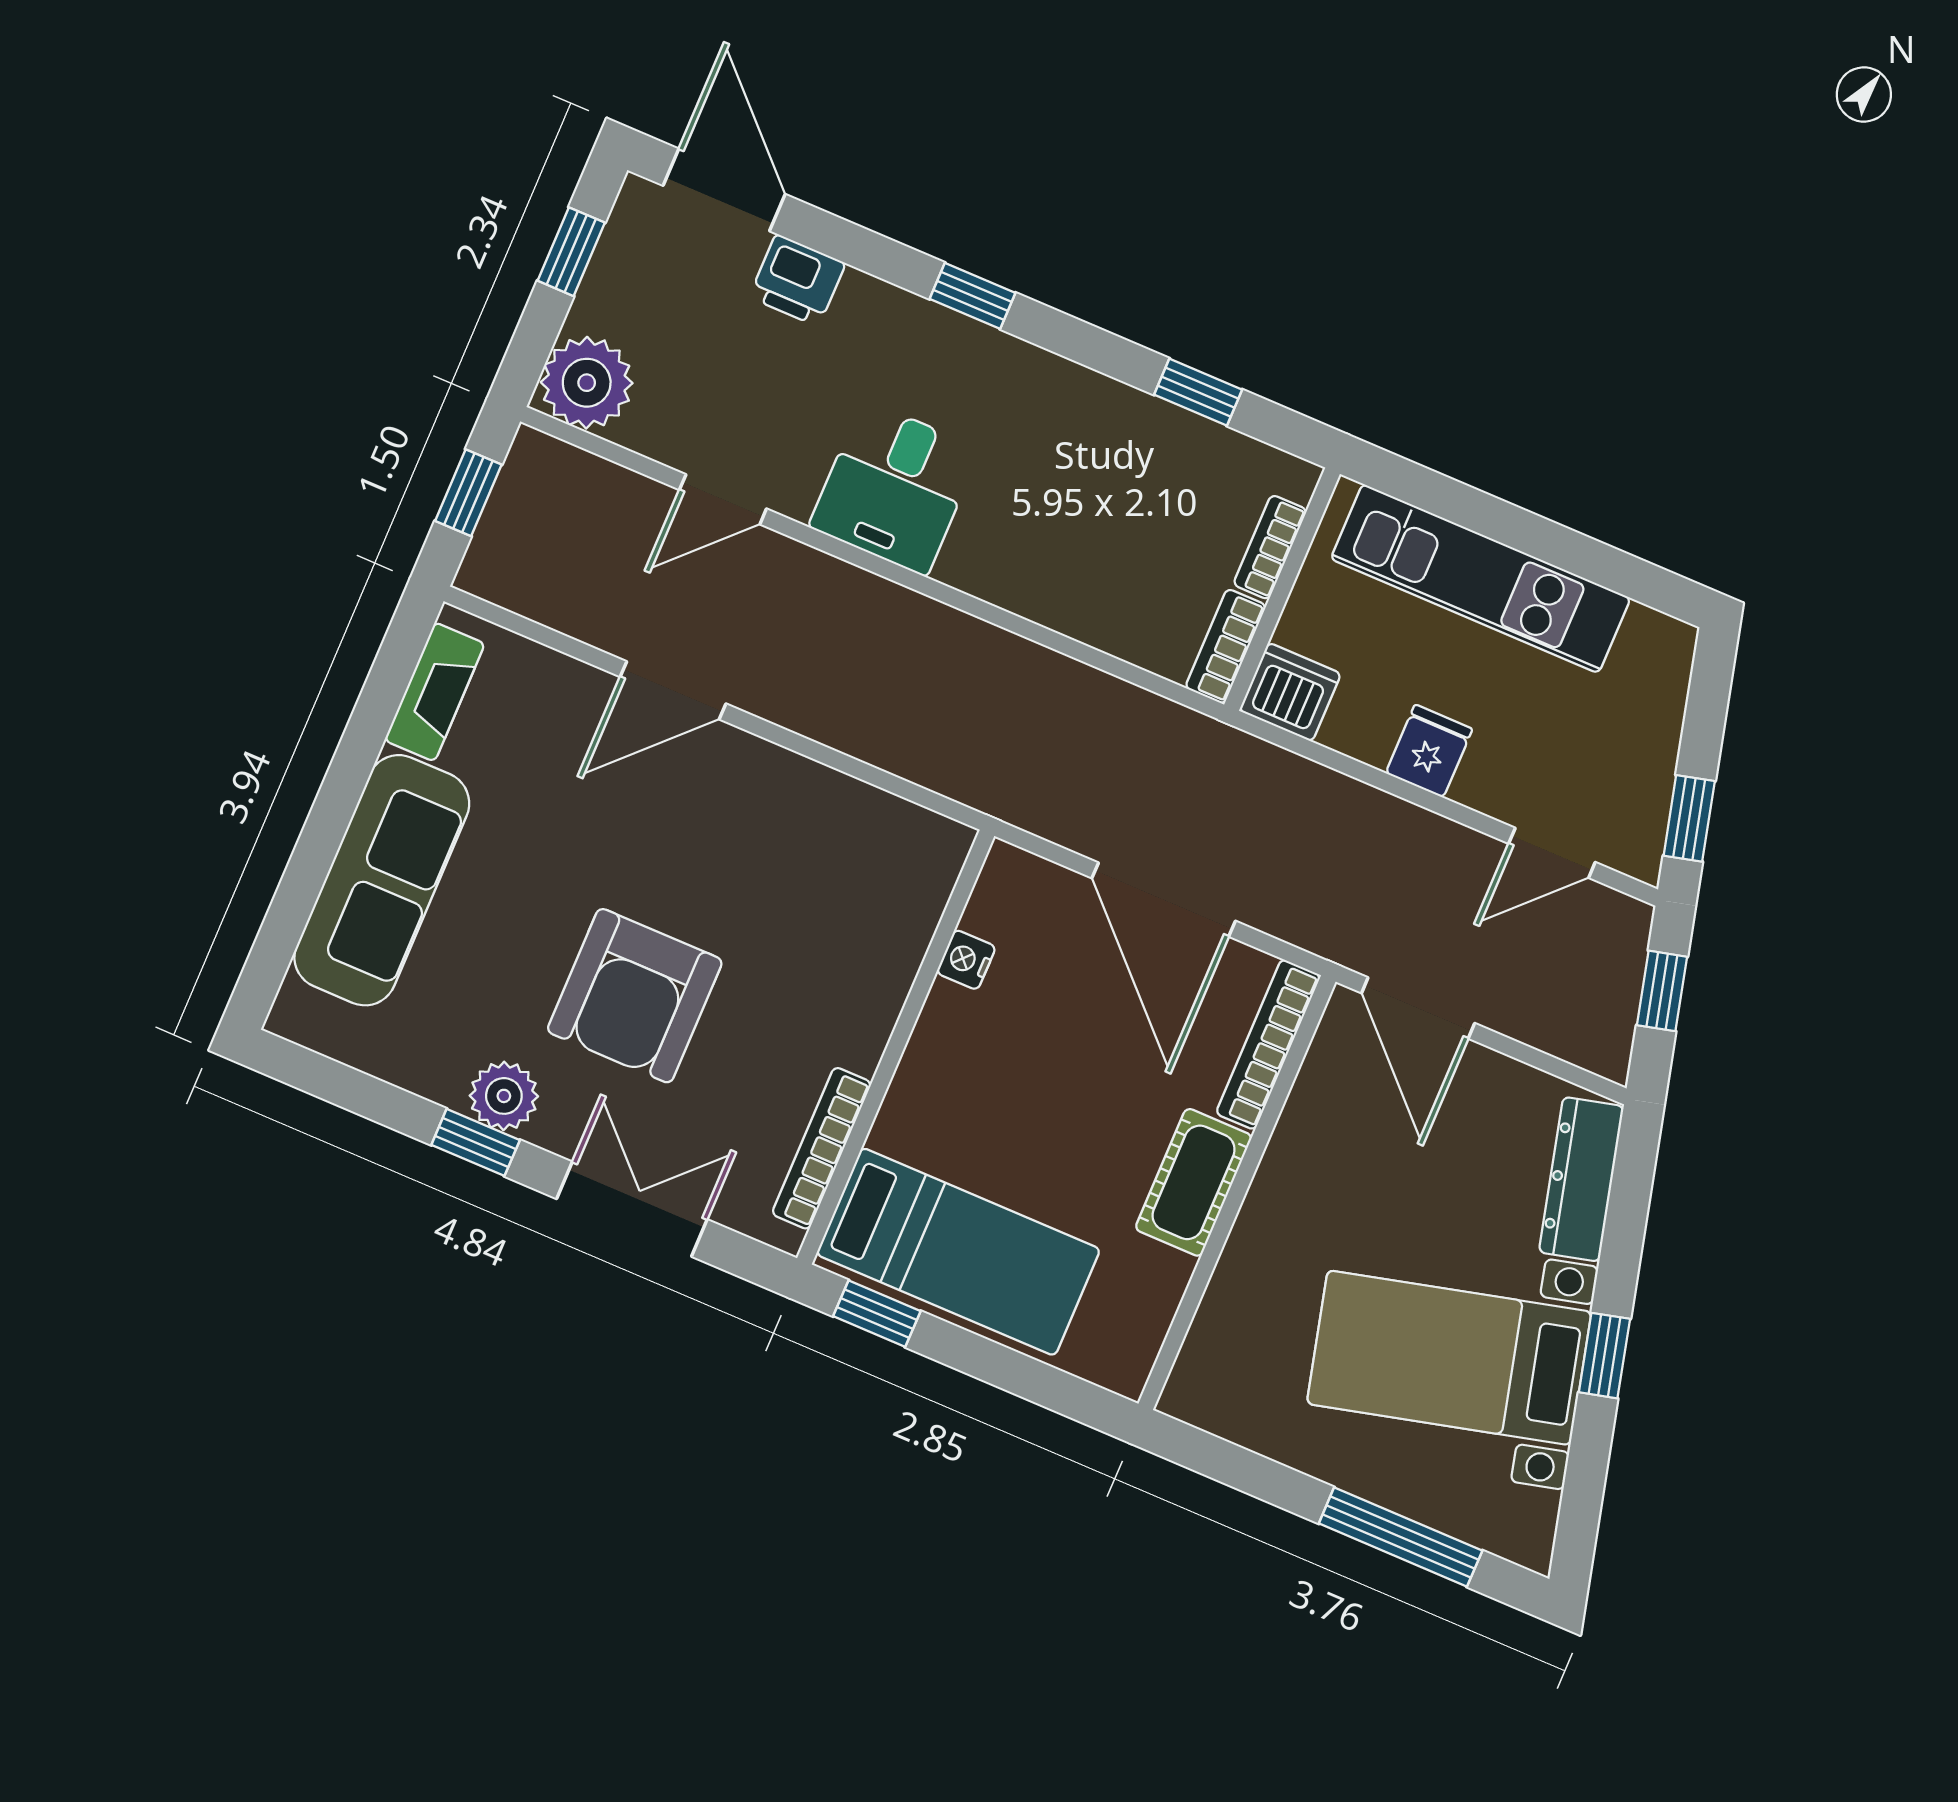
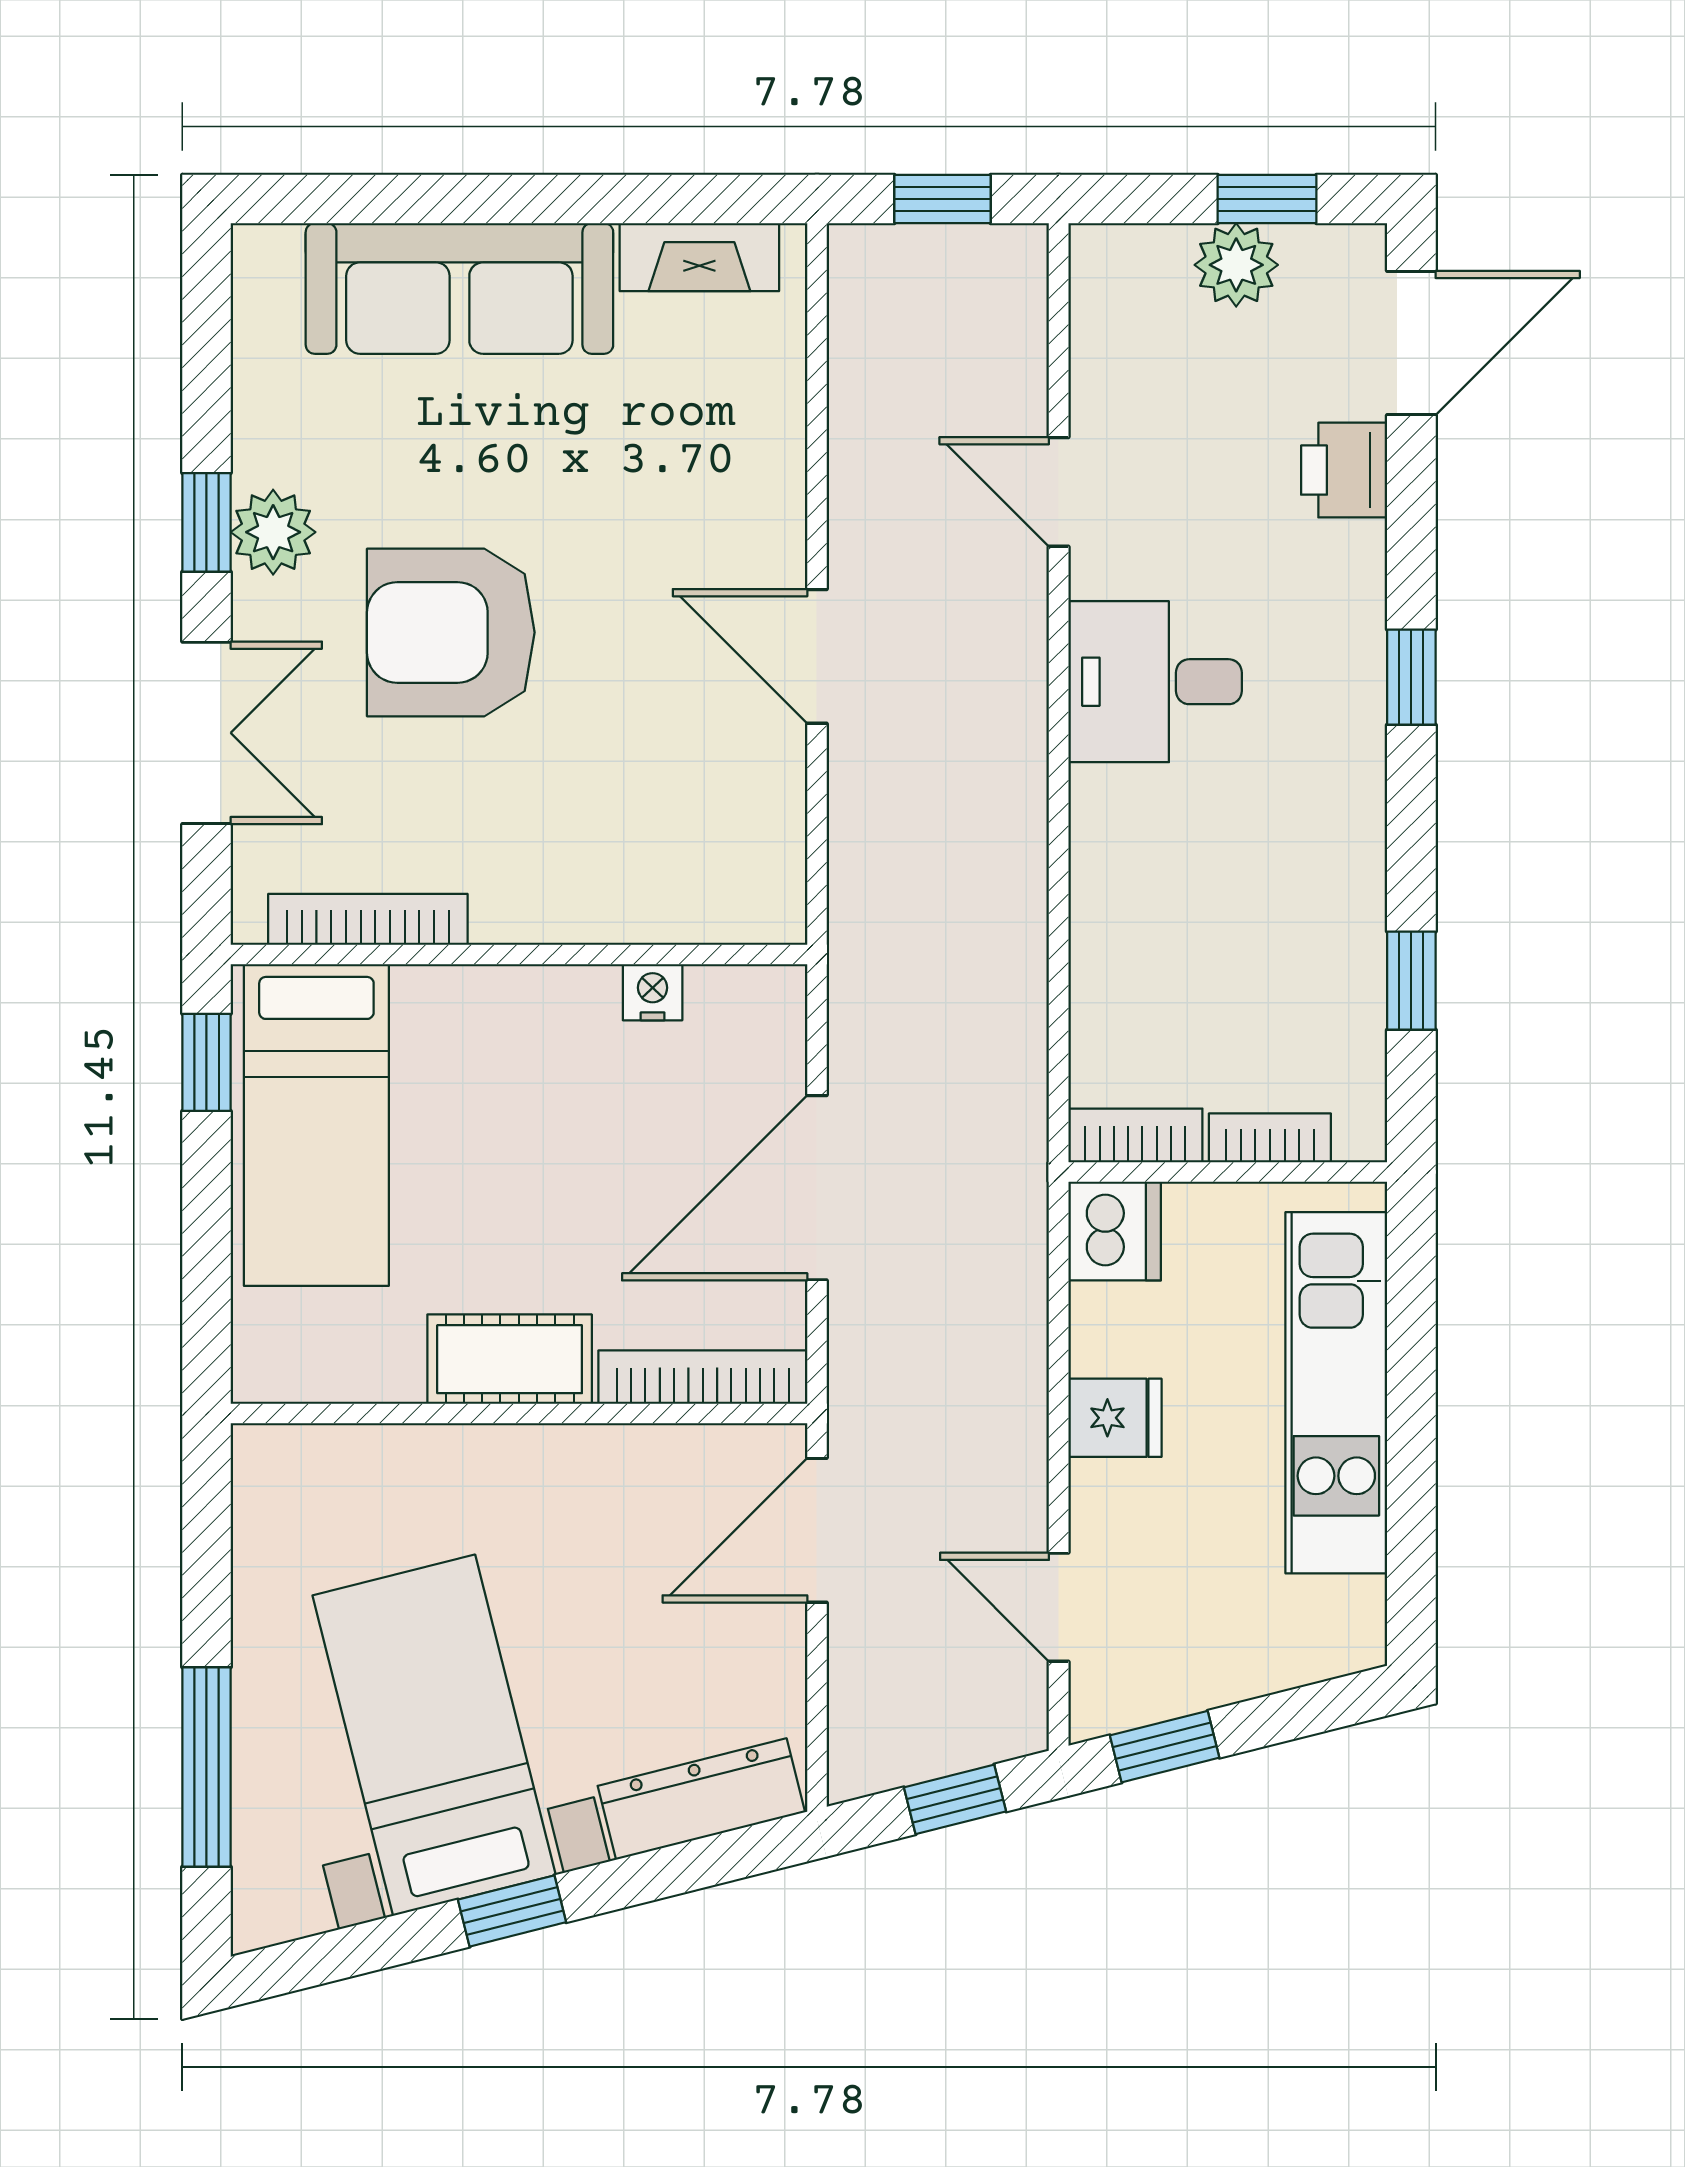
plant: (587, 383) -> (1236, 265), moved, width x0.73, depth x0.73
door: (673, 690) -> (817, 656), moved

